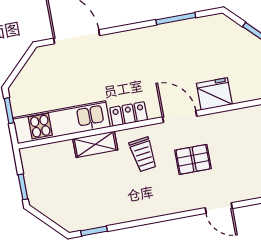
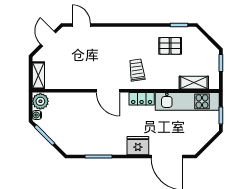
fridge: (214, 94) -> (138, 146), moved, turned 180
shelving: (95, 144) -> (194, 83), moved
pallet: (193, 159) -> (170, 46), moved
door: (219, 208) -> (81, 25), moved

